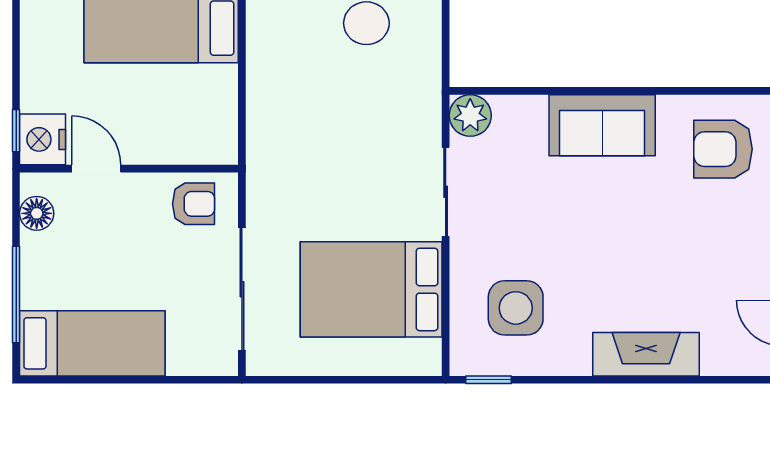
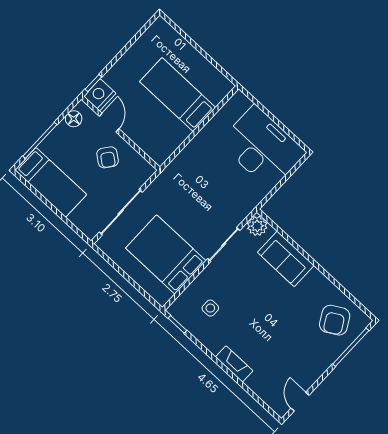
sofa: (602, 125) -> (286, 259), moved
armchair: (723, 149) -> (335, 320), turned -120
armchair: (194, 204) -> (108, 157), moved, turned 37
side table: (516, 308) -> (210, 308), width x0.54, depth x0.54
fireplace: (646, 354) -> (234, 364), width x0.73, depth x0.76

